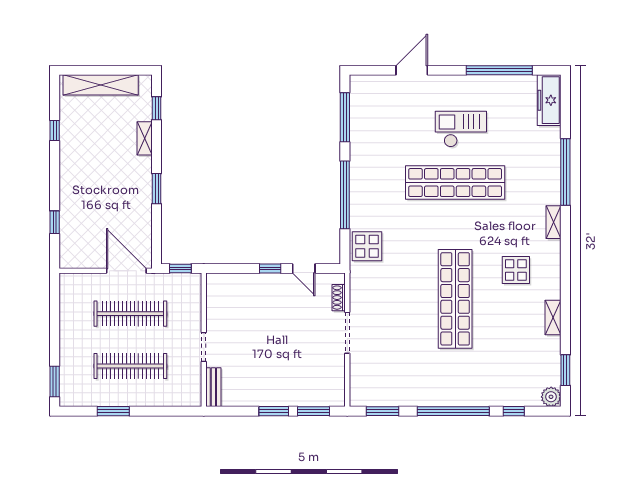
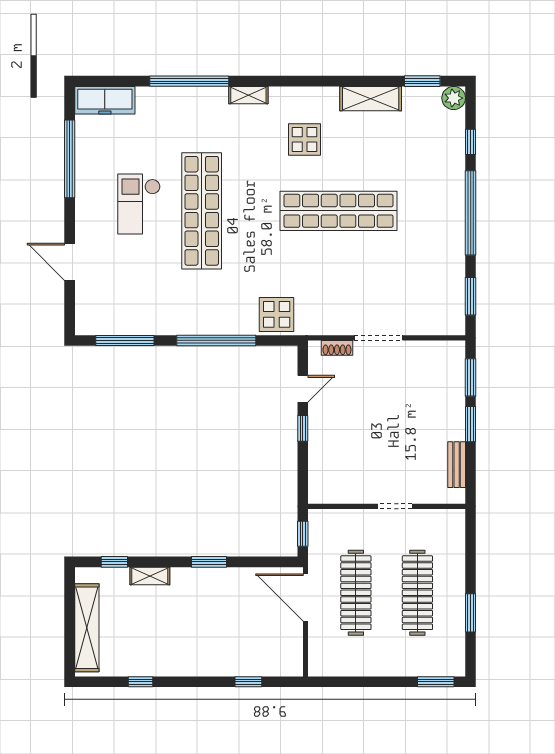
door: (126, 271) -> (306, 597), hinge flipped
shelving: (553, 317) -> (371, 99), width x1.50, depth x1.33
bench: (213, 387) -> (457, 465), moved, turned 90

